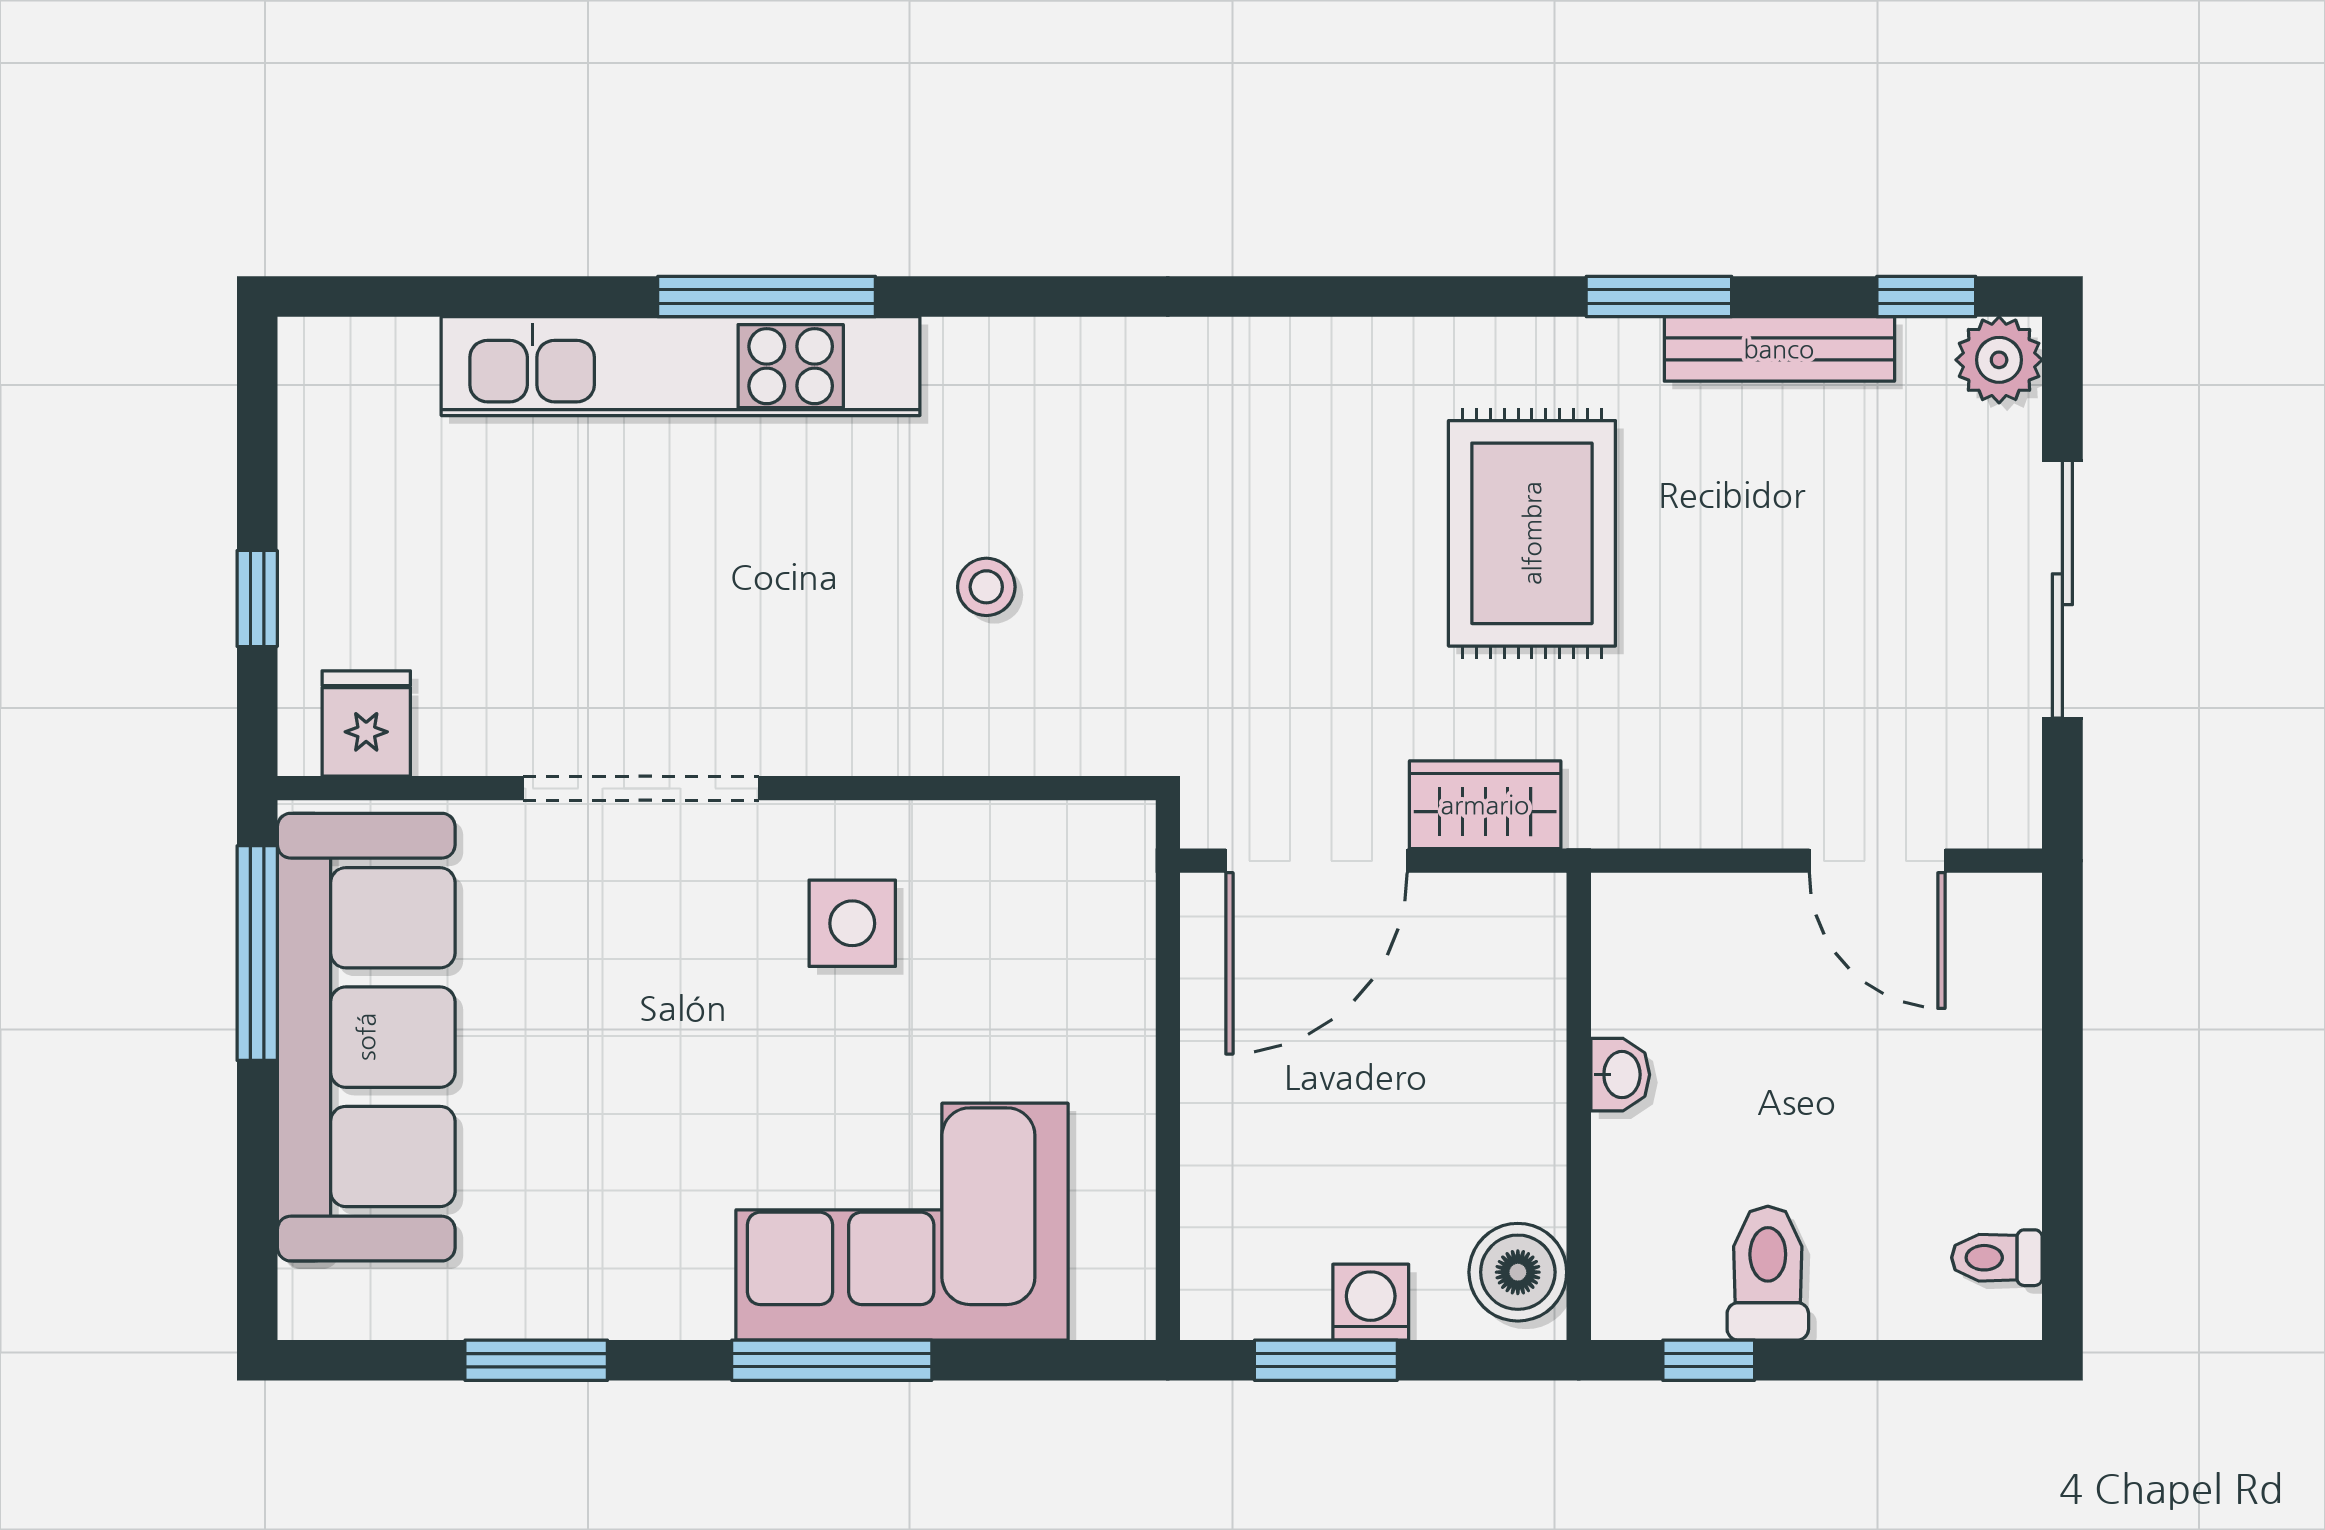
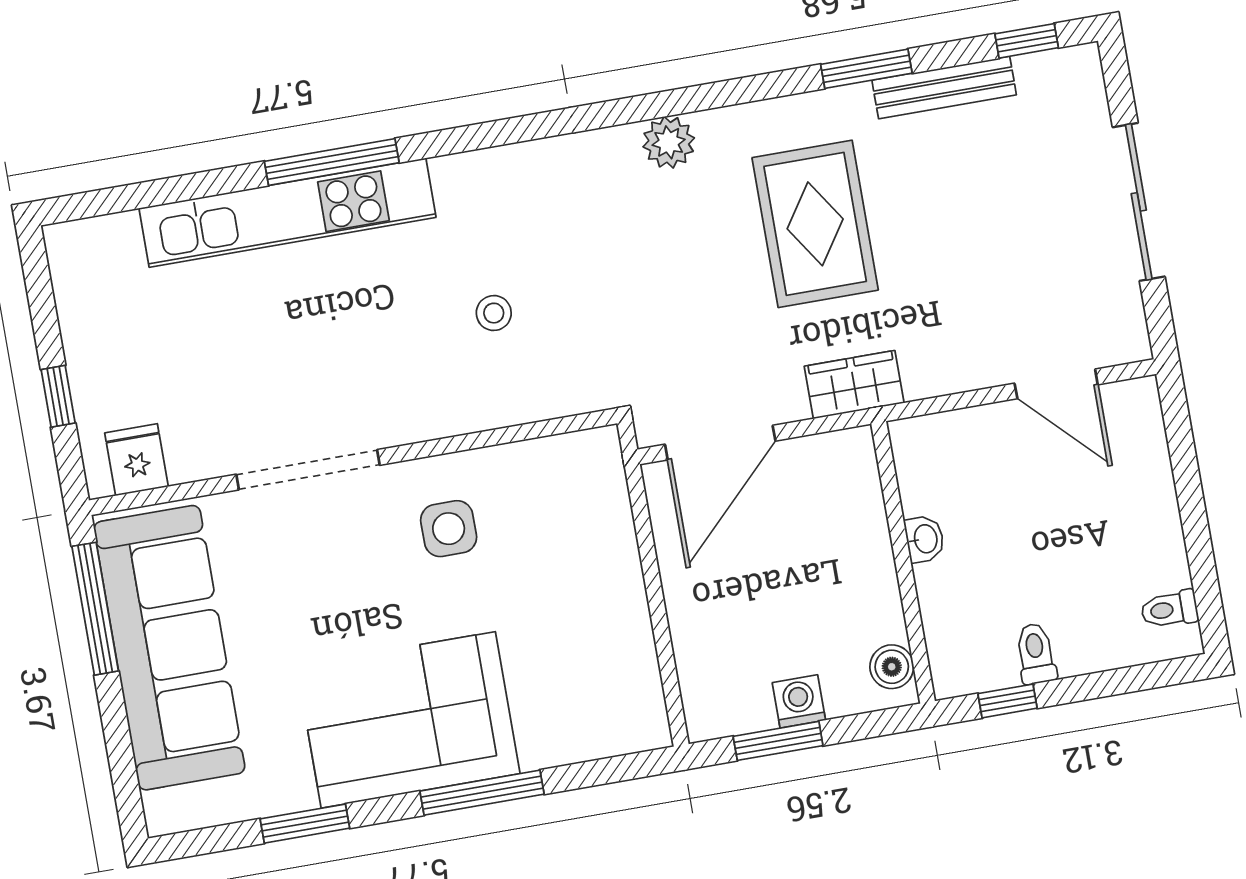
plant: (1999, 360) -> (669, 142), moved
wardrobe: (1485, 805) -> (854, 385), moved
corner sofa: (902, 1222) -> (408, 720), moved
boiler: (1518, 1272) -> (892, 667), width x0.73, depth x0.73
toilet: (1768, 1273) -> (1036, 654), width x0.73, depth x0.72

